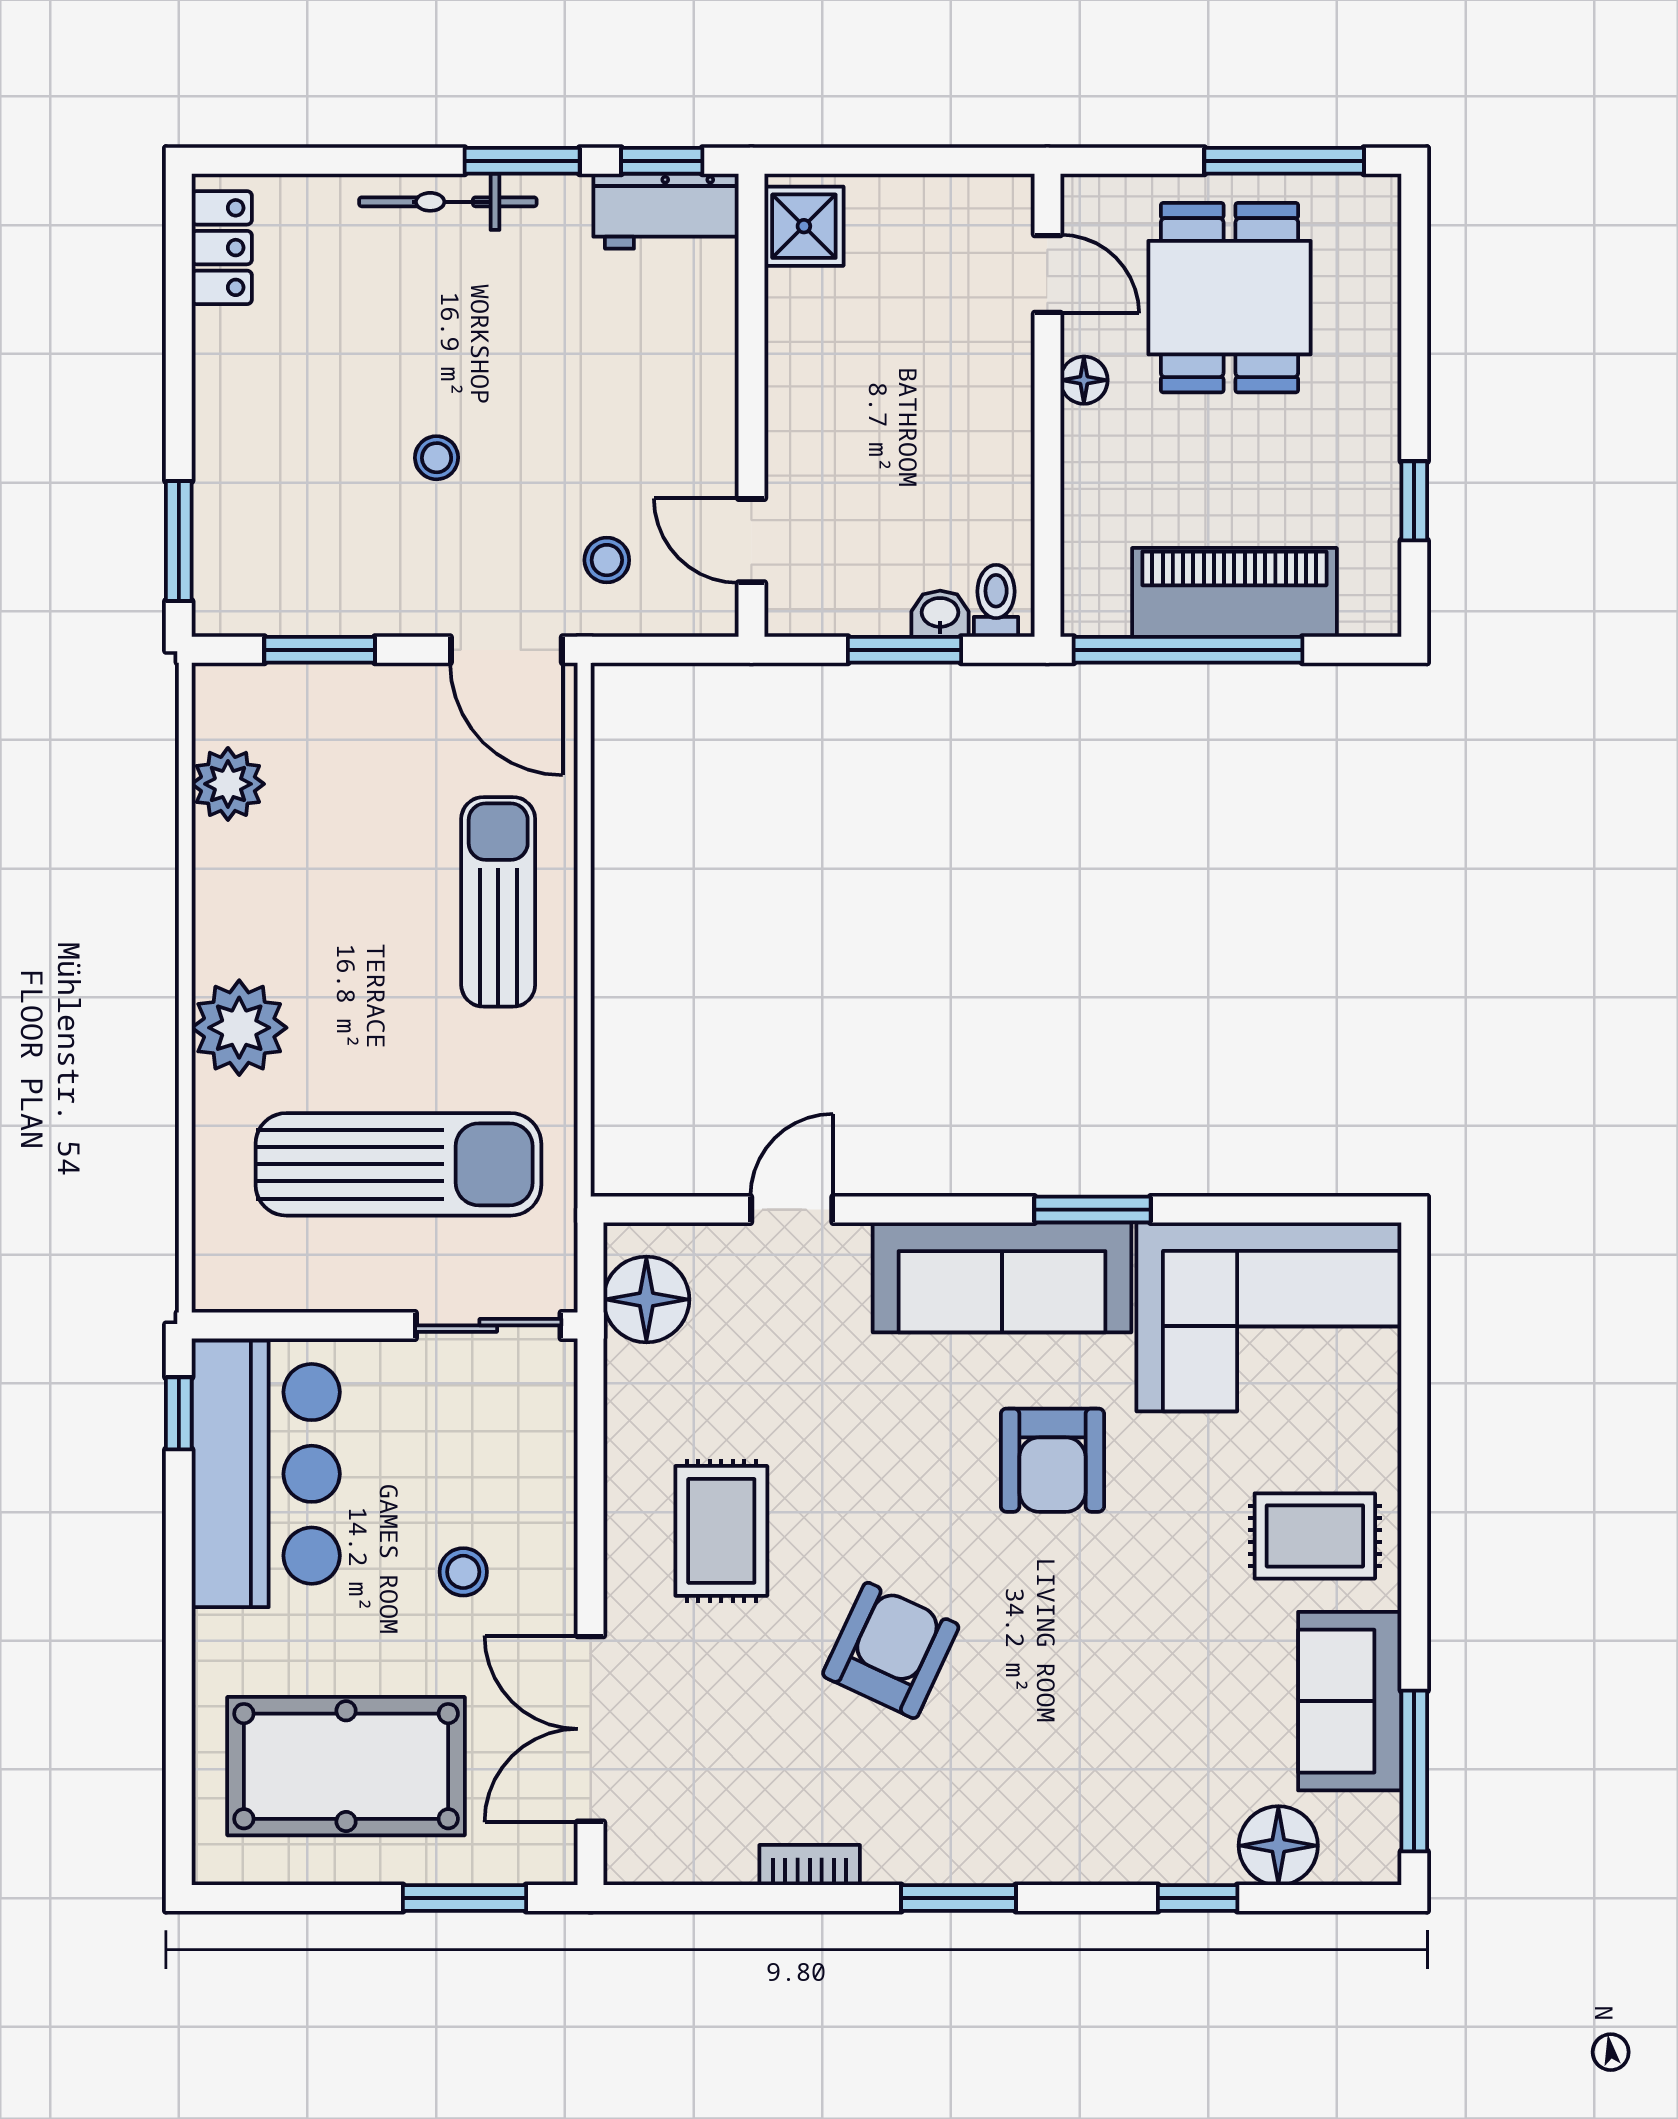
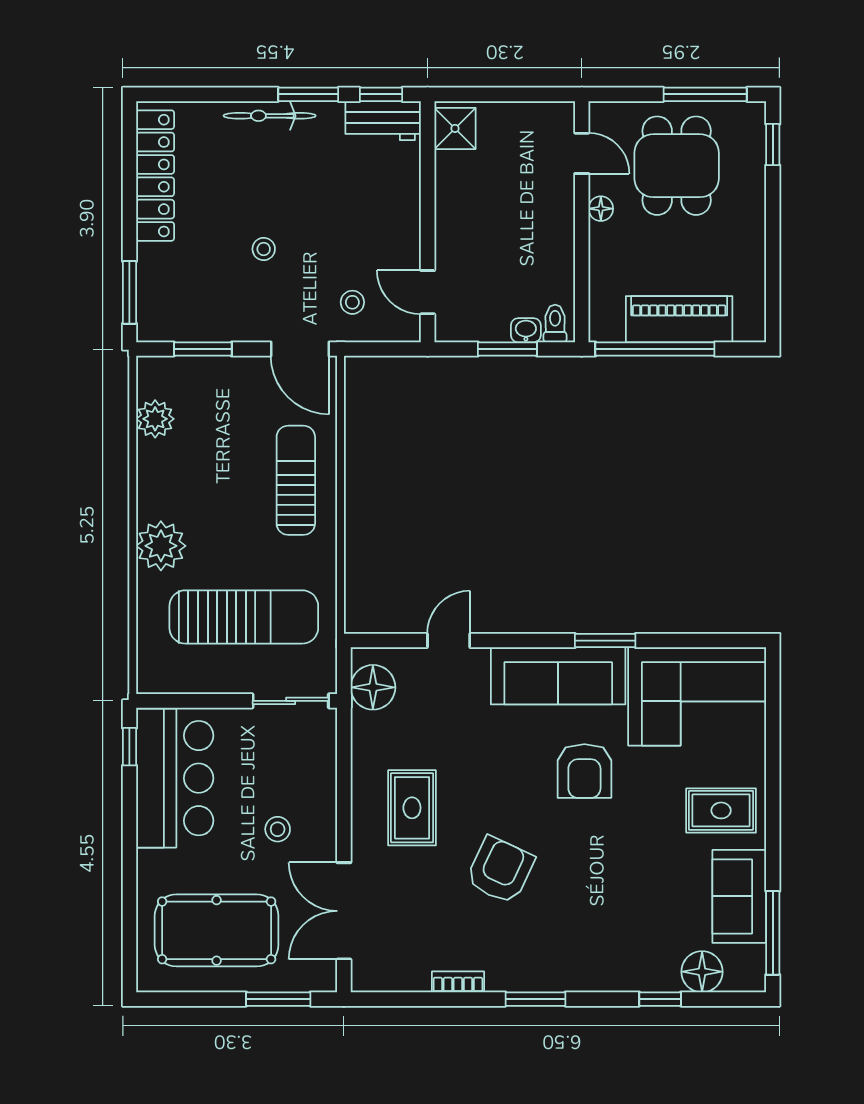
locker: (222, 248) -> (155, 176), width x2.16, depth x1.21
window: (1414, 501) -> (773, 145), moved

